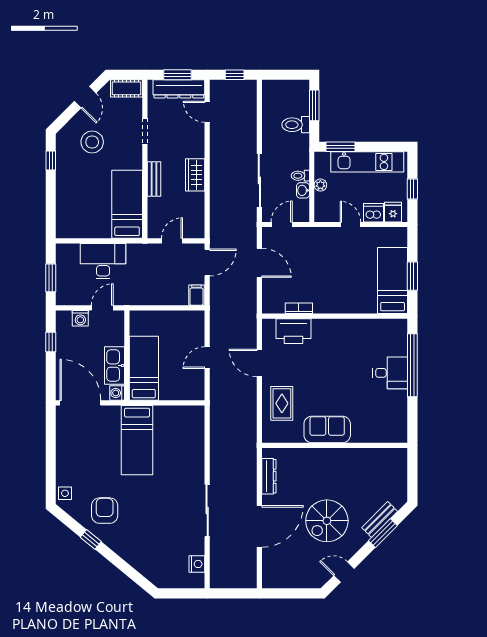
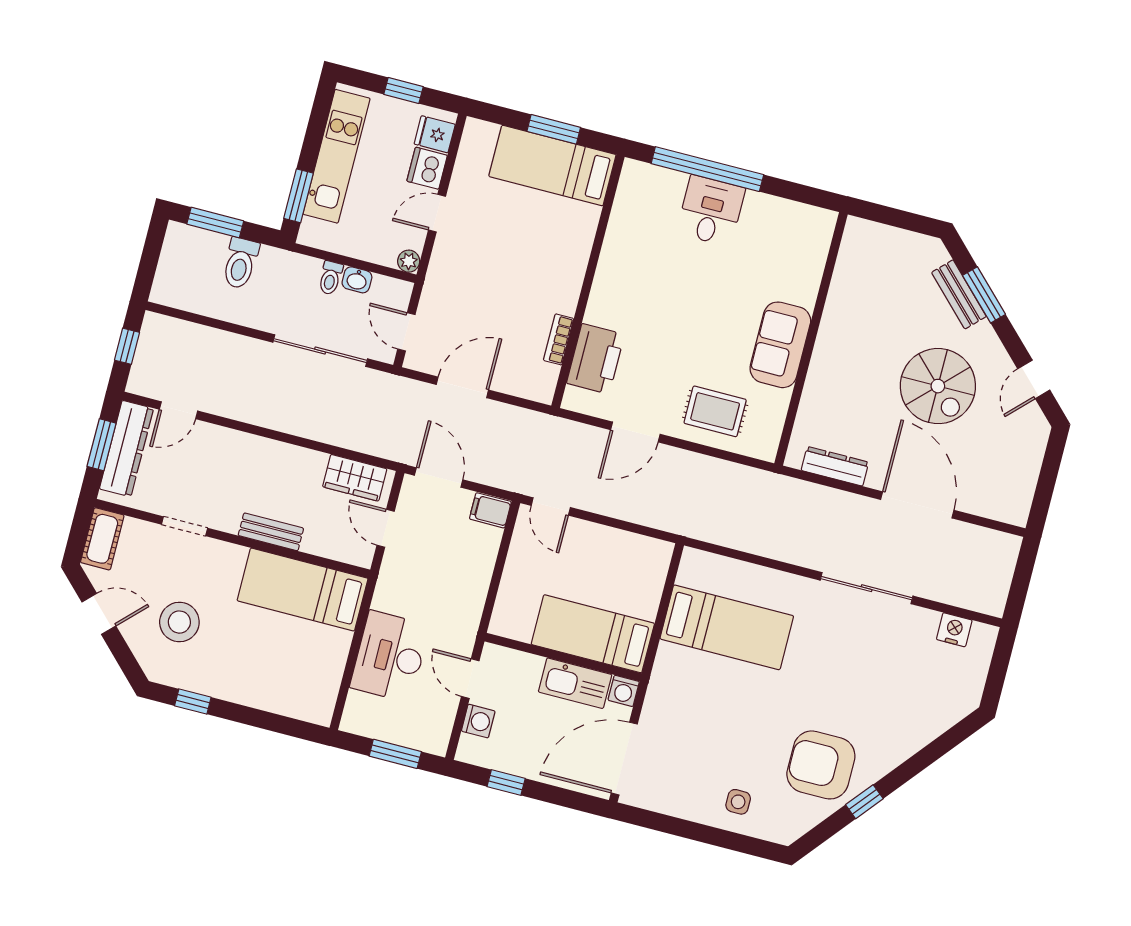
wardrobe: (195, 175) -> (355, 478), moved
plant: (320, 185) -> (409, 261), moved
door: (207, 358) -> (551, 507), moved
bed: (137, 440) -> (727, 627), moved
side table: (65, 493) -> (738, 802), moved
armchair: (105, 511) -> (821, 765), width x1.36, depth x1.36

